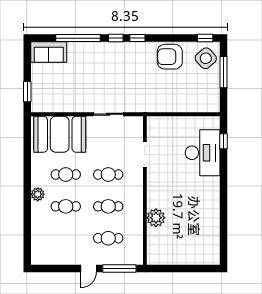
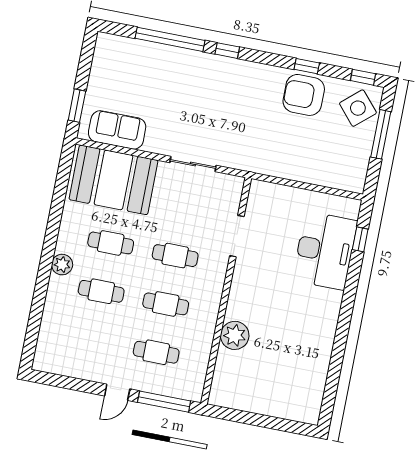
window: (137, 38) -> (307, 66), moved
sofa: (49, 52) -> (117, 130), moved, turned 180

